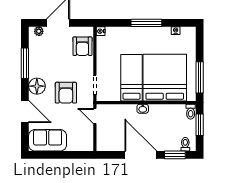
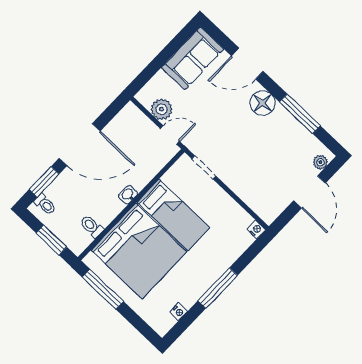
armchair: (82, 46) -> (259, 194), removed
armchair: (66, 93) -> (225, 128), removed
toilet: (191, 112) -> (92, 226), moved
plant: (86, 132) -> (162, 109), added

